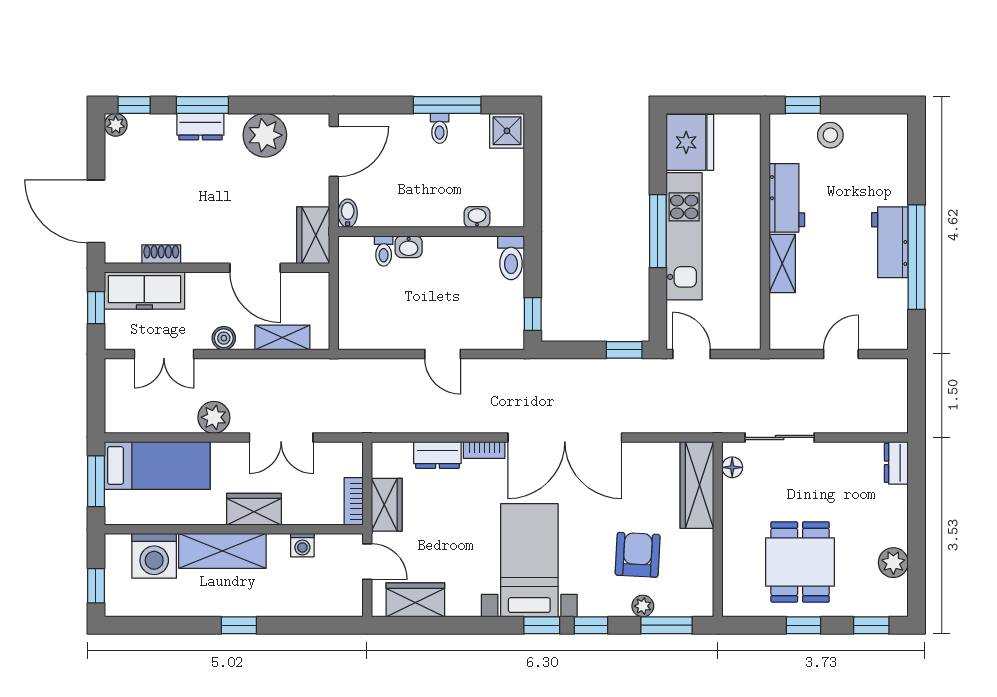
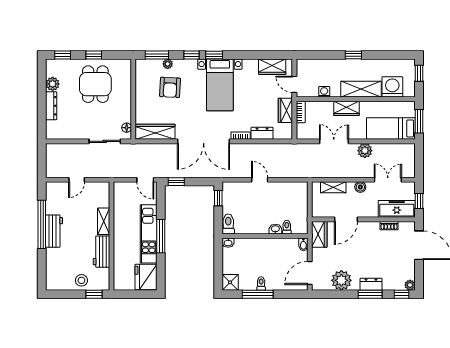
washbasin: (477, 217) -> (228, 243), moved
door: (255, 268) -> (346, 219), swing flipped
double door: (565, 437) -> (204, 141), swing flipped
dresser: (896, 463) -> (51, 106), moved, width x1.44
wardrobe: (697, 485) -> (155, 132), moved, turned -90

